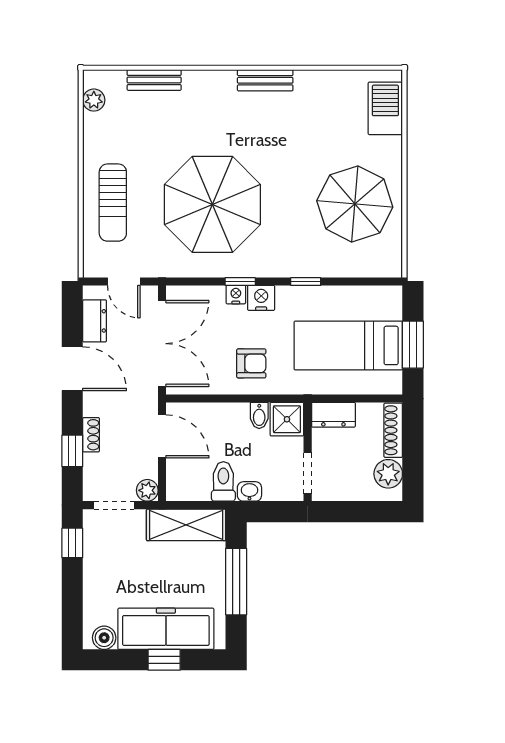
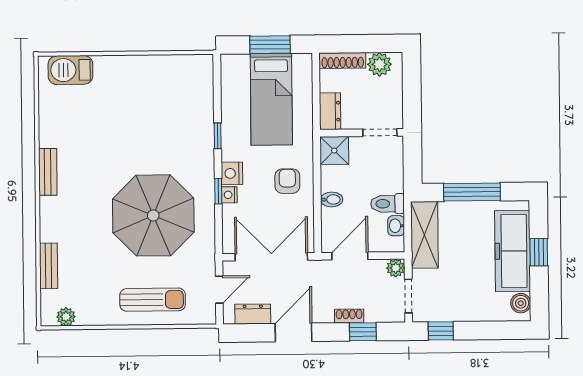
parasol: (355, 204) -> (152, 95), removed
bidet: (259, 416) -> (332, 199), moved
washbasin: (249, 491) -> (396, 226), moved

